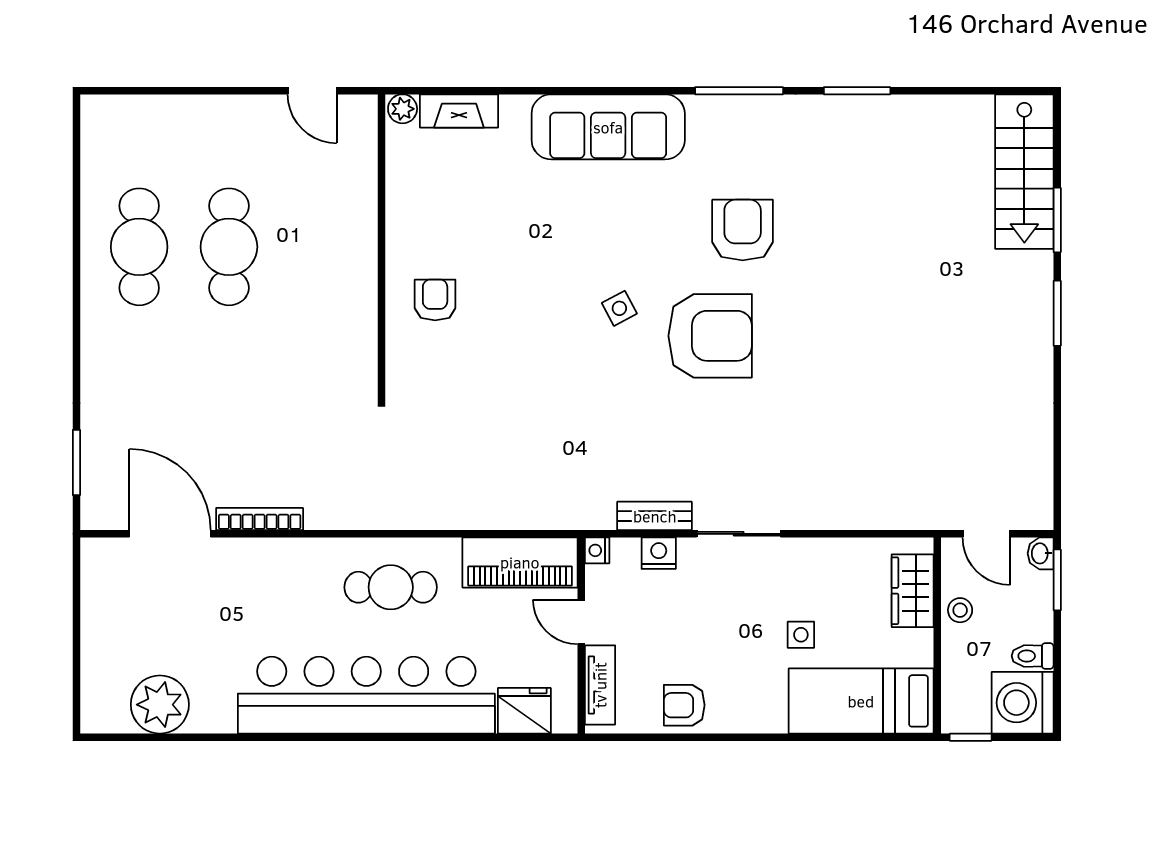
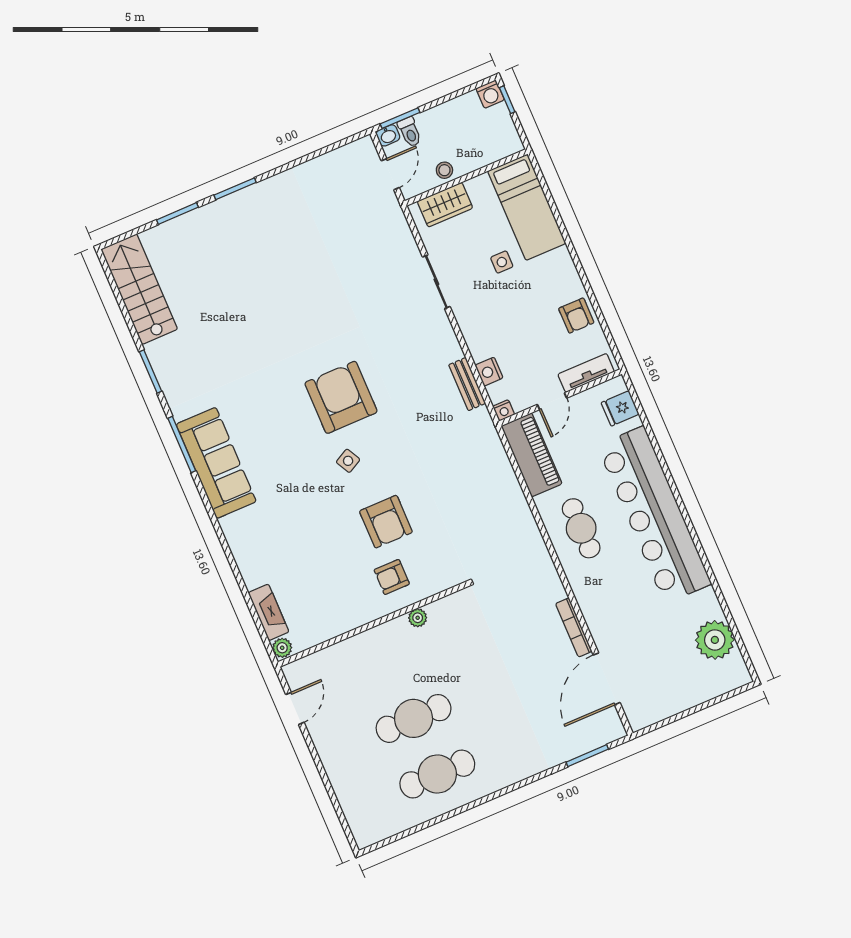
sofa: (608, 127) -> (216, 463), moved
stairs: (1024, 172) -> (139, 289), moved, turned -90
armchair: (743, 230) -> (386, 522), moved, turned -90
plant: (364, 311) -> (418, 618), added
sliding door: (739, 534) -> (436, 282), moved
toilet: (1033, 656) -> (410, 132), moved
washing machine: (1023, 703) -> (490, 94), width x0.53, depth x0.53
fridge: (524, 711) -> (620, 408), width x0.72
window: (971, 737) -> (507, 100), moved

